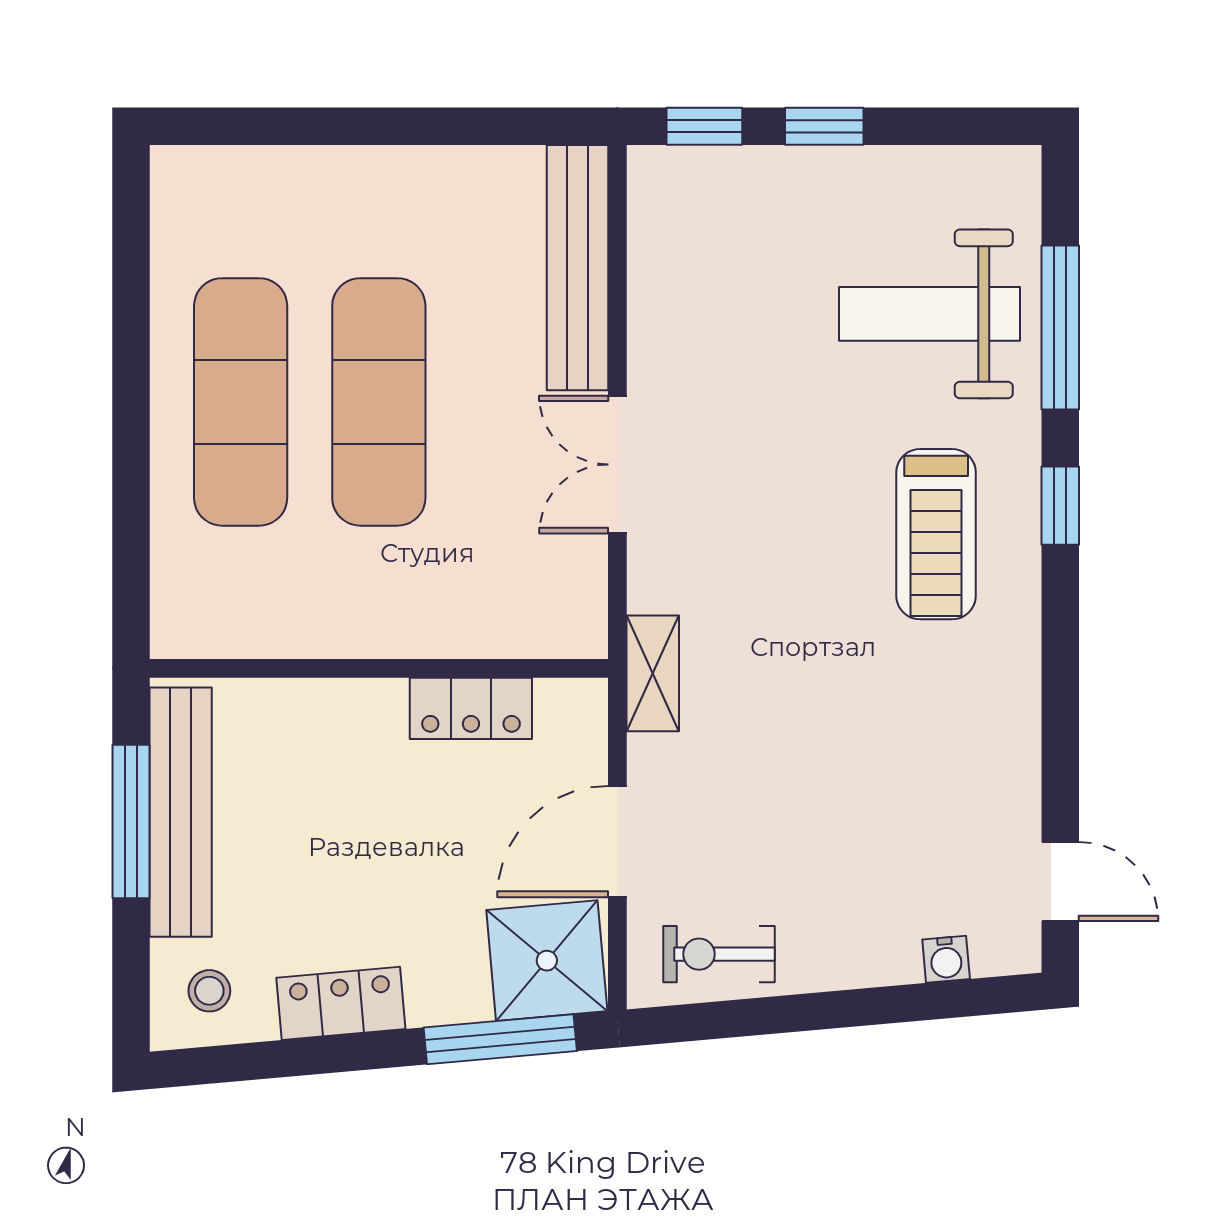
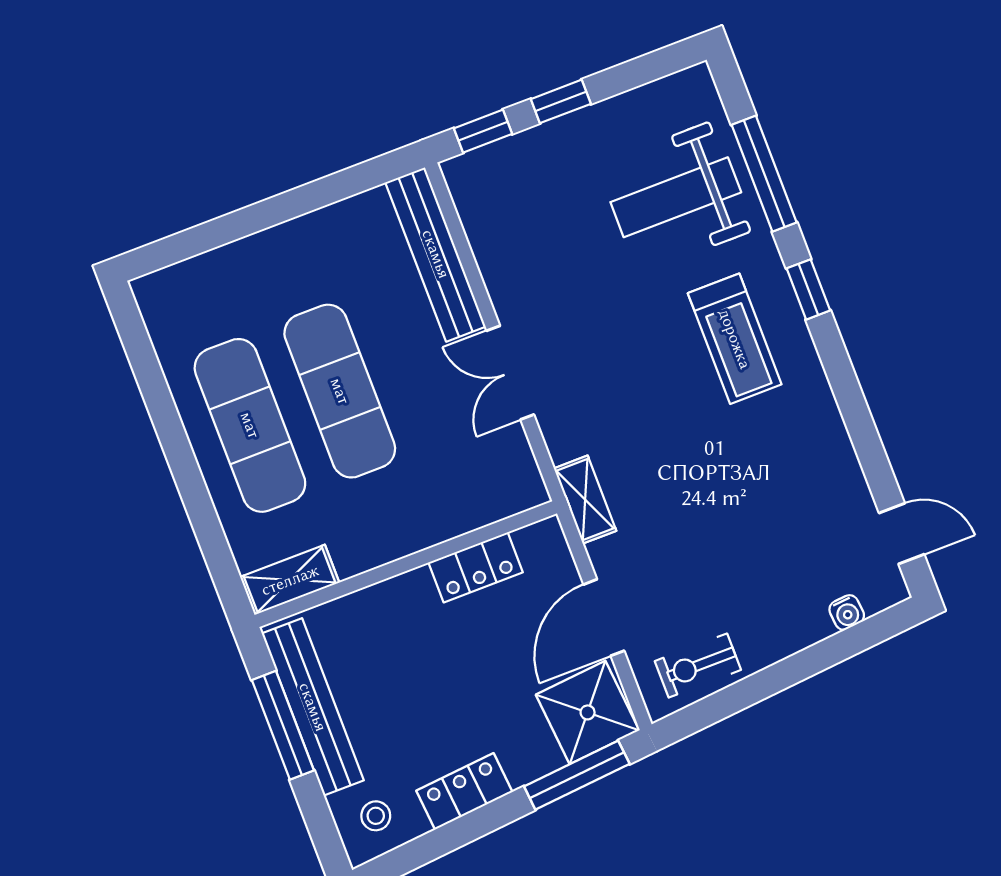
shelving: (215, 630) -> (290, 580), added

